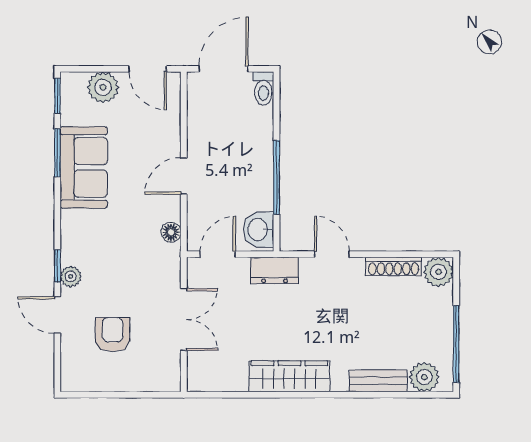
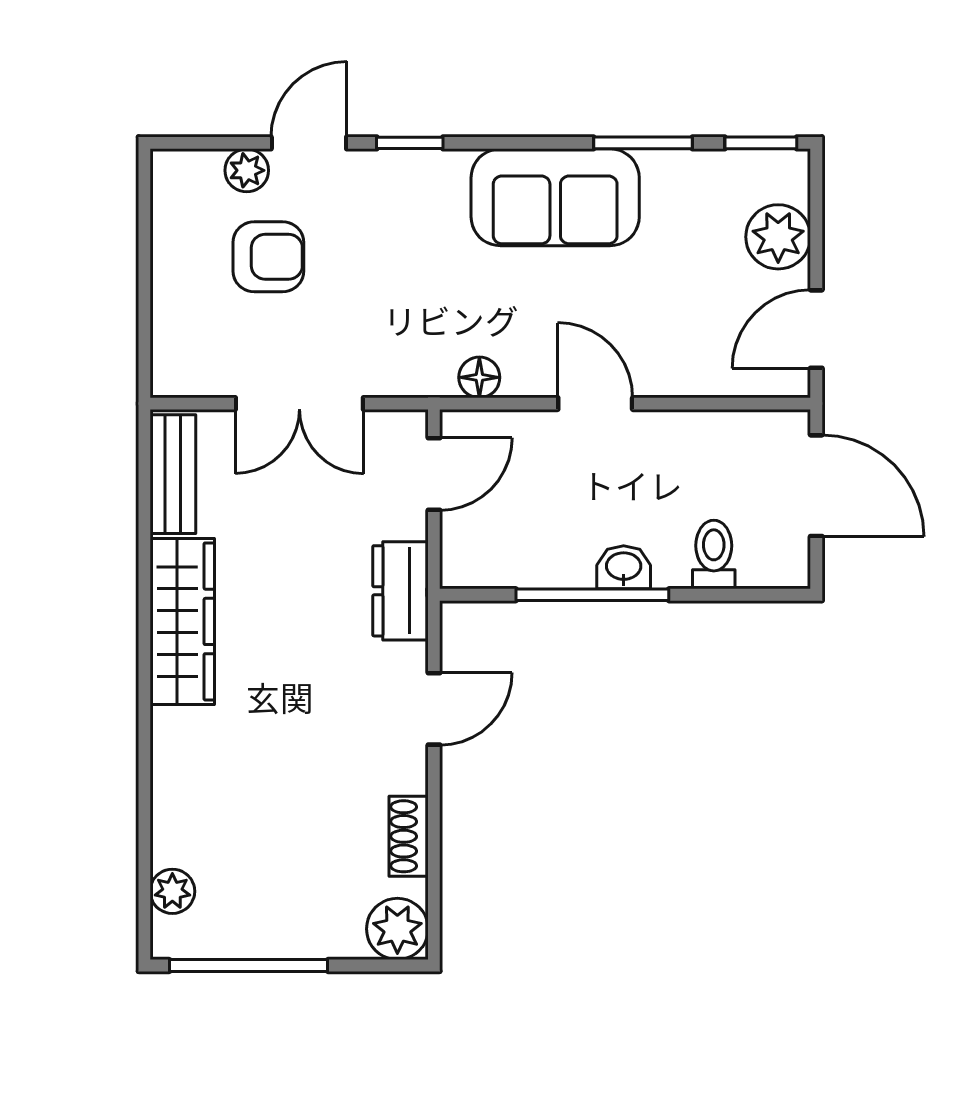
toilet: (263, 88) -> (714, 554), moved, turned 90
sofa: (84, 167) -> (555, 197), moved
washbasin: (258, 230) -> (624, 567), moved, width x0.72, depth x0.69
door: (218, 254) -> (434, 474), hinge flipped
shoe rack: (394, 267) -> (409, 836), width x0.70
plant: (71, 276) -> (247, 170), moved
plant: (424, 377) -> (172, 891), width x0.73, depth x0.73
bench: (378, 381) -> (173, 474), moved

